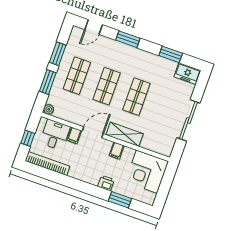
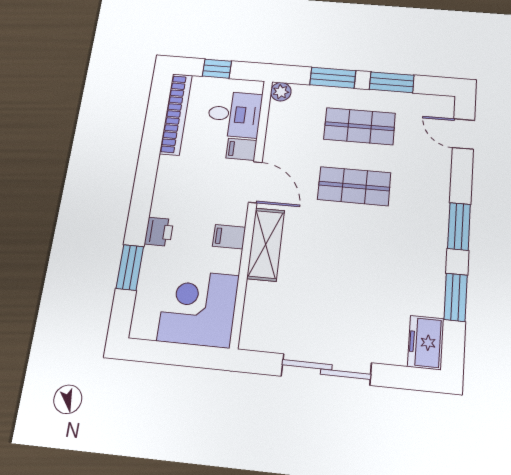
window: (128, 39) -> (459, 226), moved
shop shelf: (136, 97) -> (348, 249), removed

